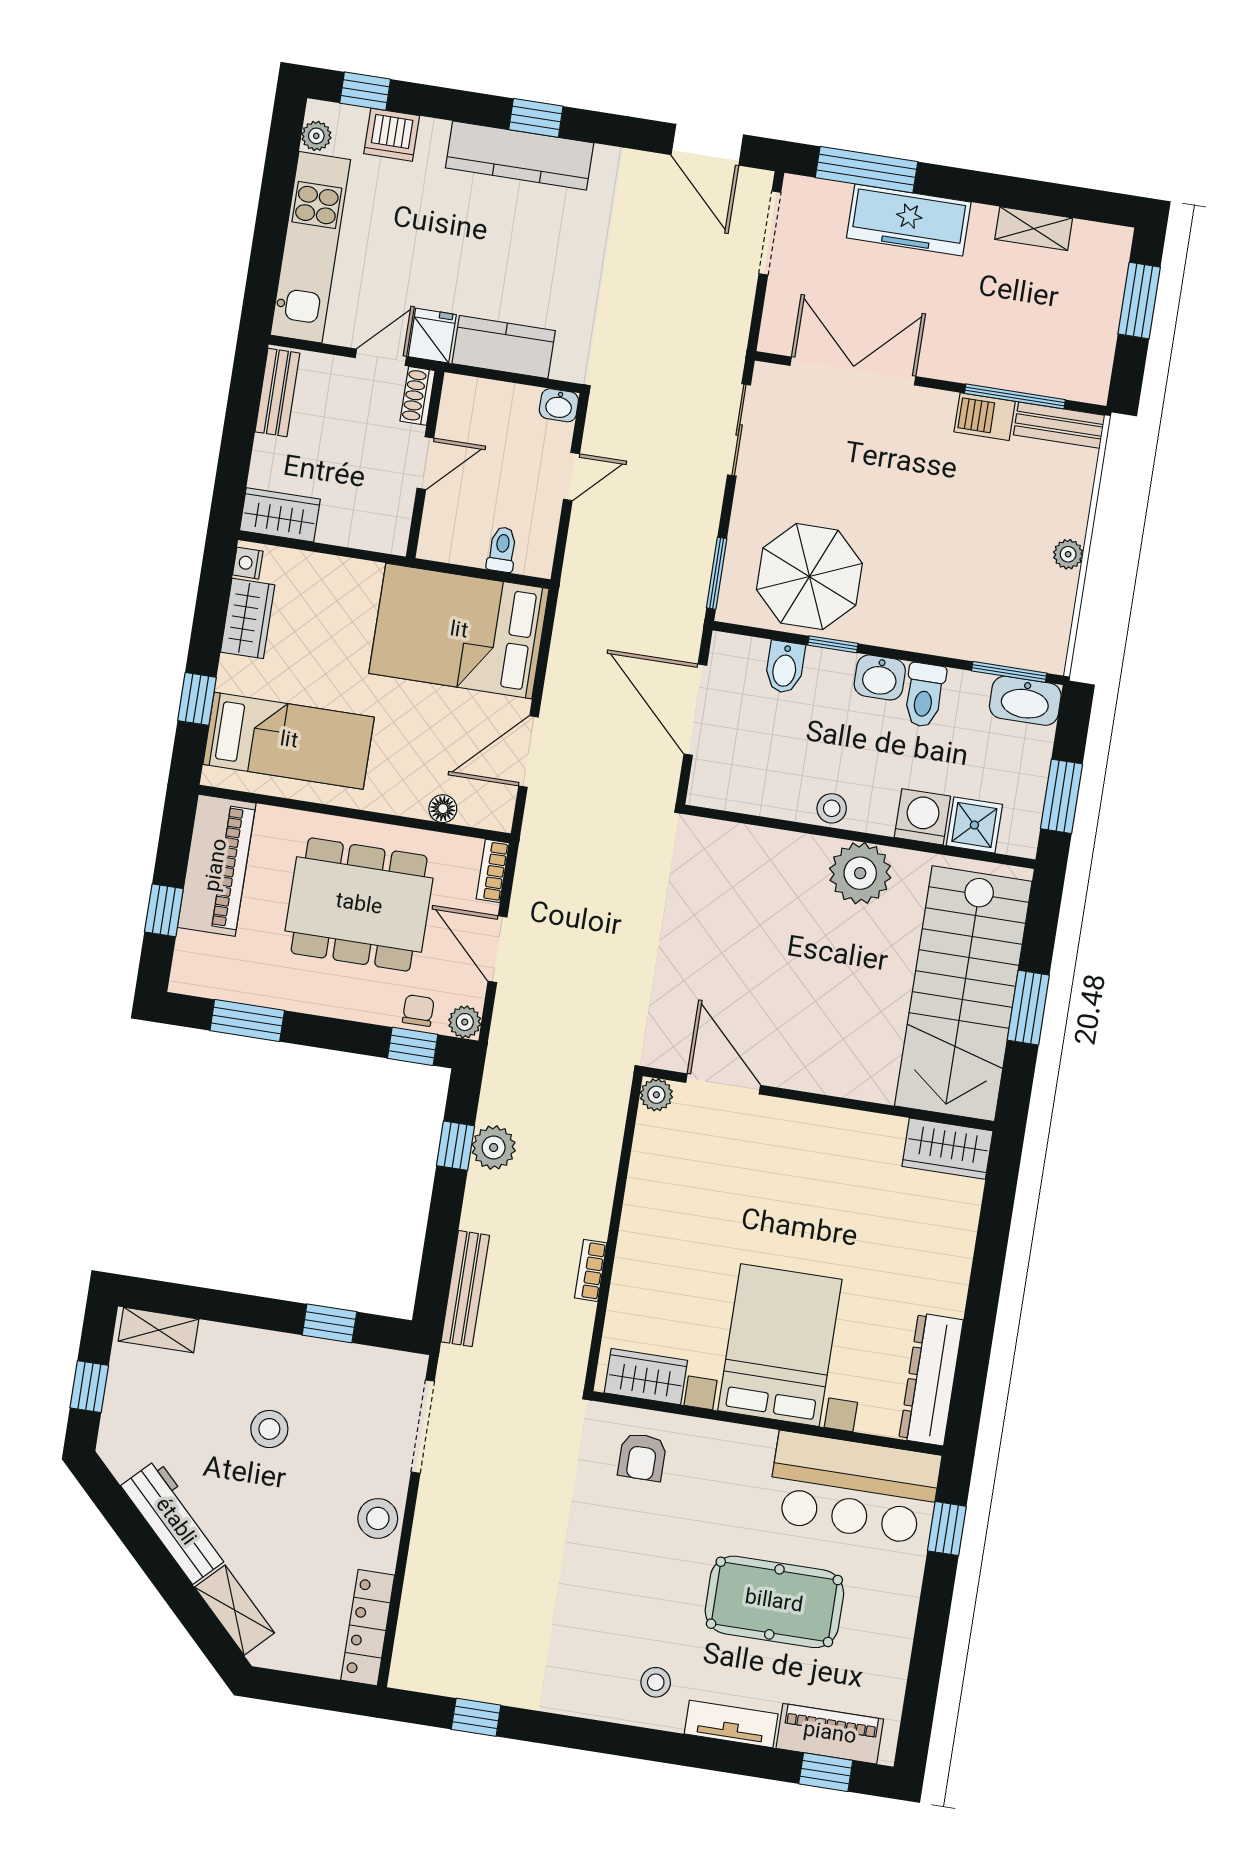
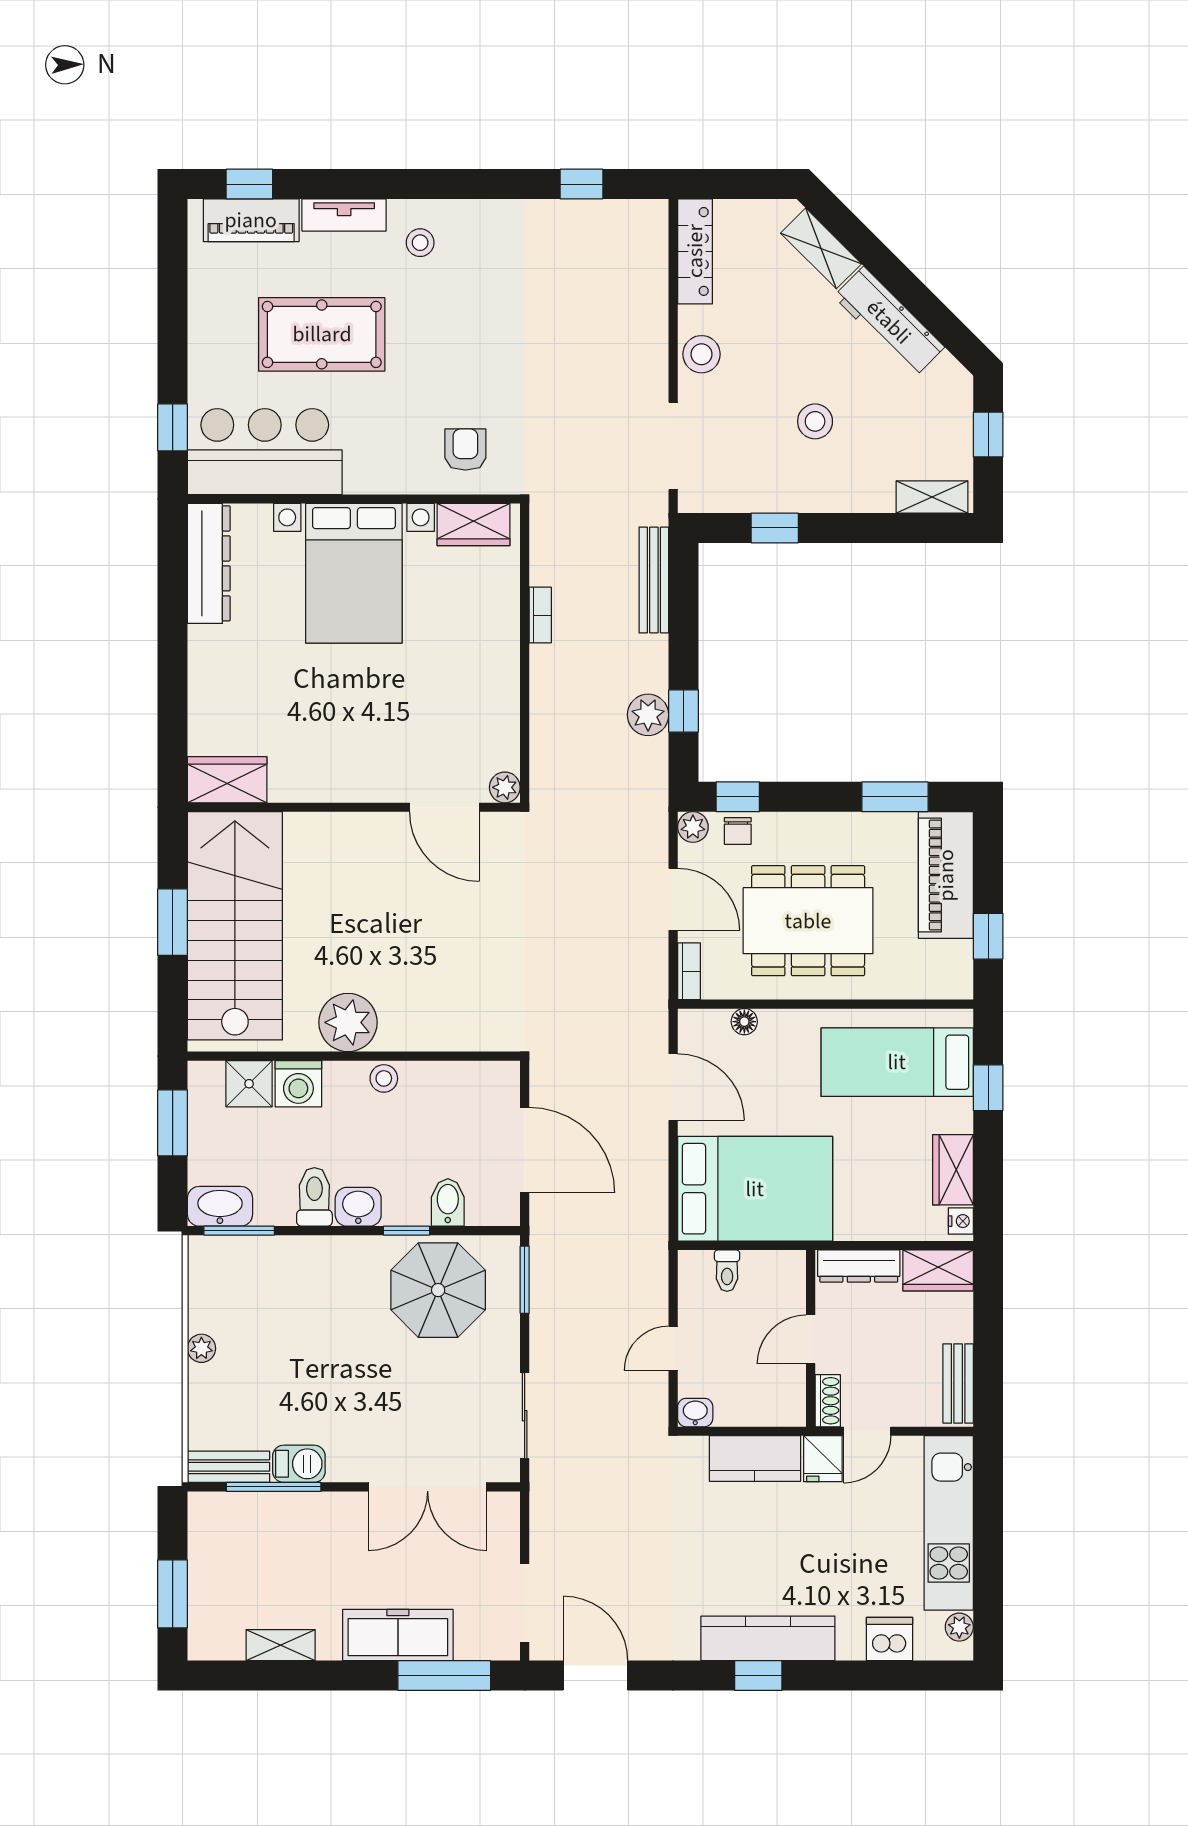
window: (365, 91) -> (921, 1676), removed
dresser: (363, 533) -> (859, 1266), added
door: (528, 751) -> (673, 1087), hinge flipped
piano: (217, 865) -> (946, 875), moved
window: (164, 910) -> (988, 936), moved

